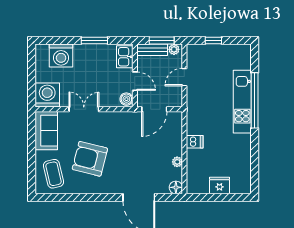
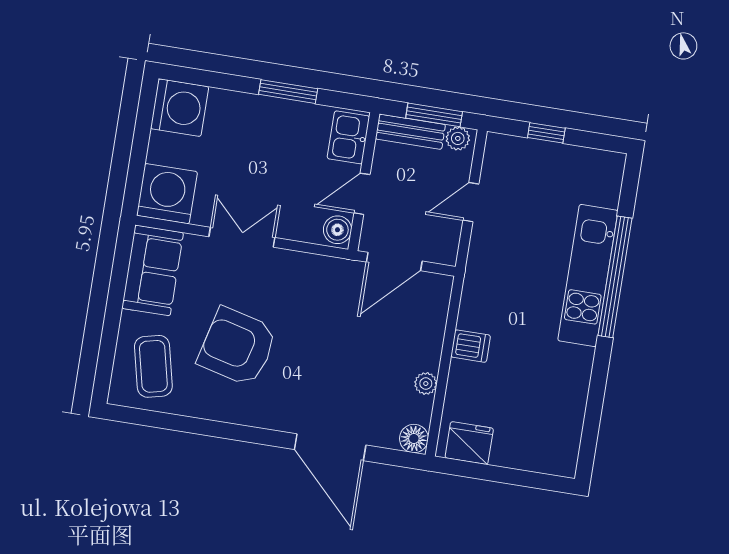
washing machine: (61, 56) -> (180, 108), moved, turned -90
door: (135, 81) -> (362, 194), swing flipped
fridge: (219, 186) -> (469, 443), moved

